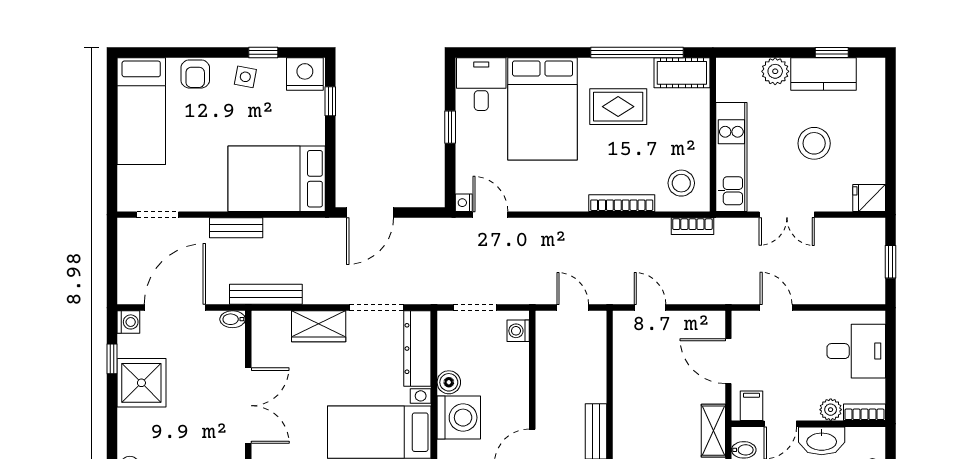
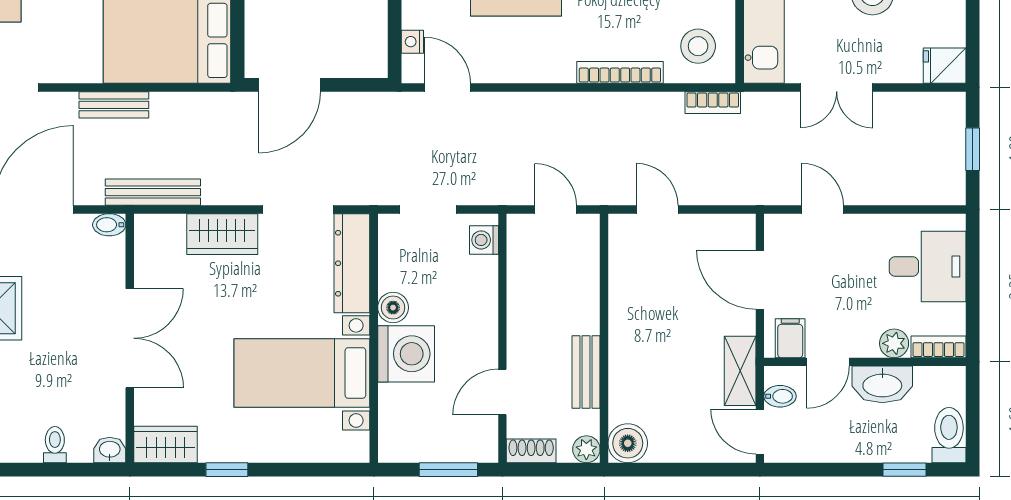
nightstand: (464, 203) -> (412, 42), moved

